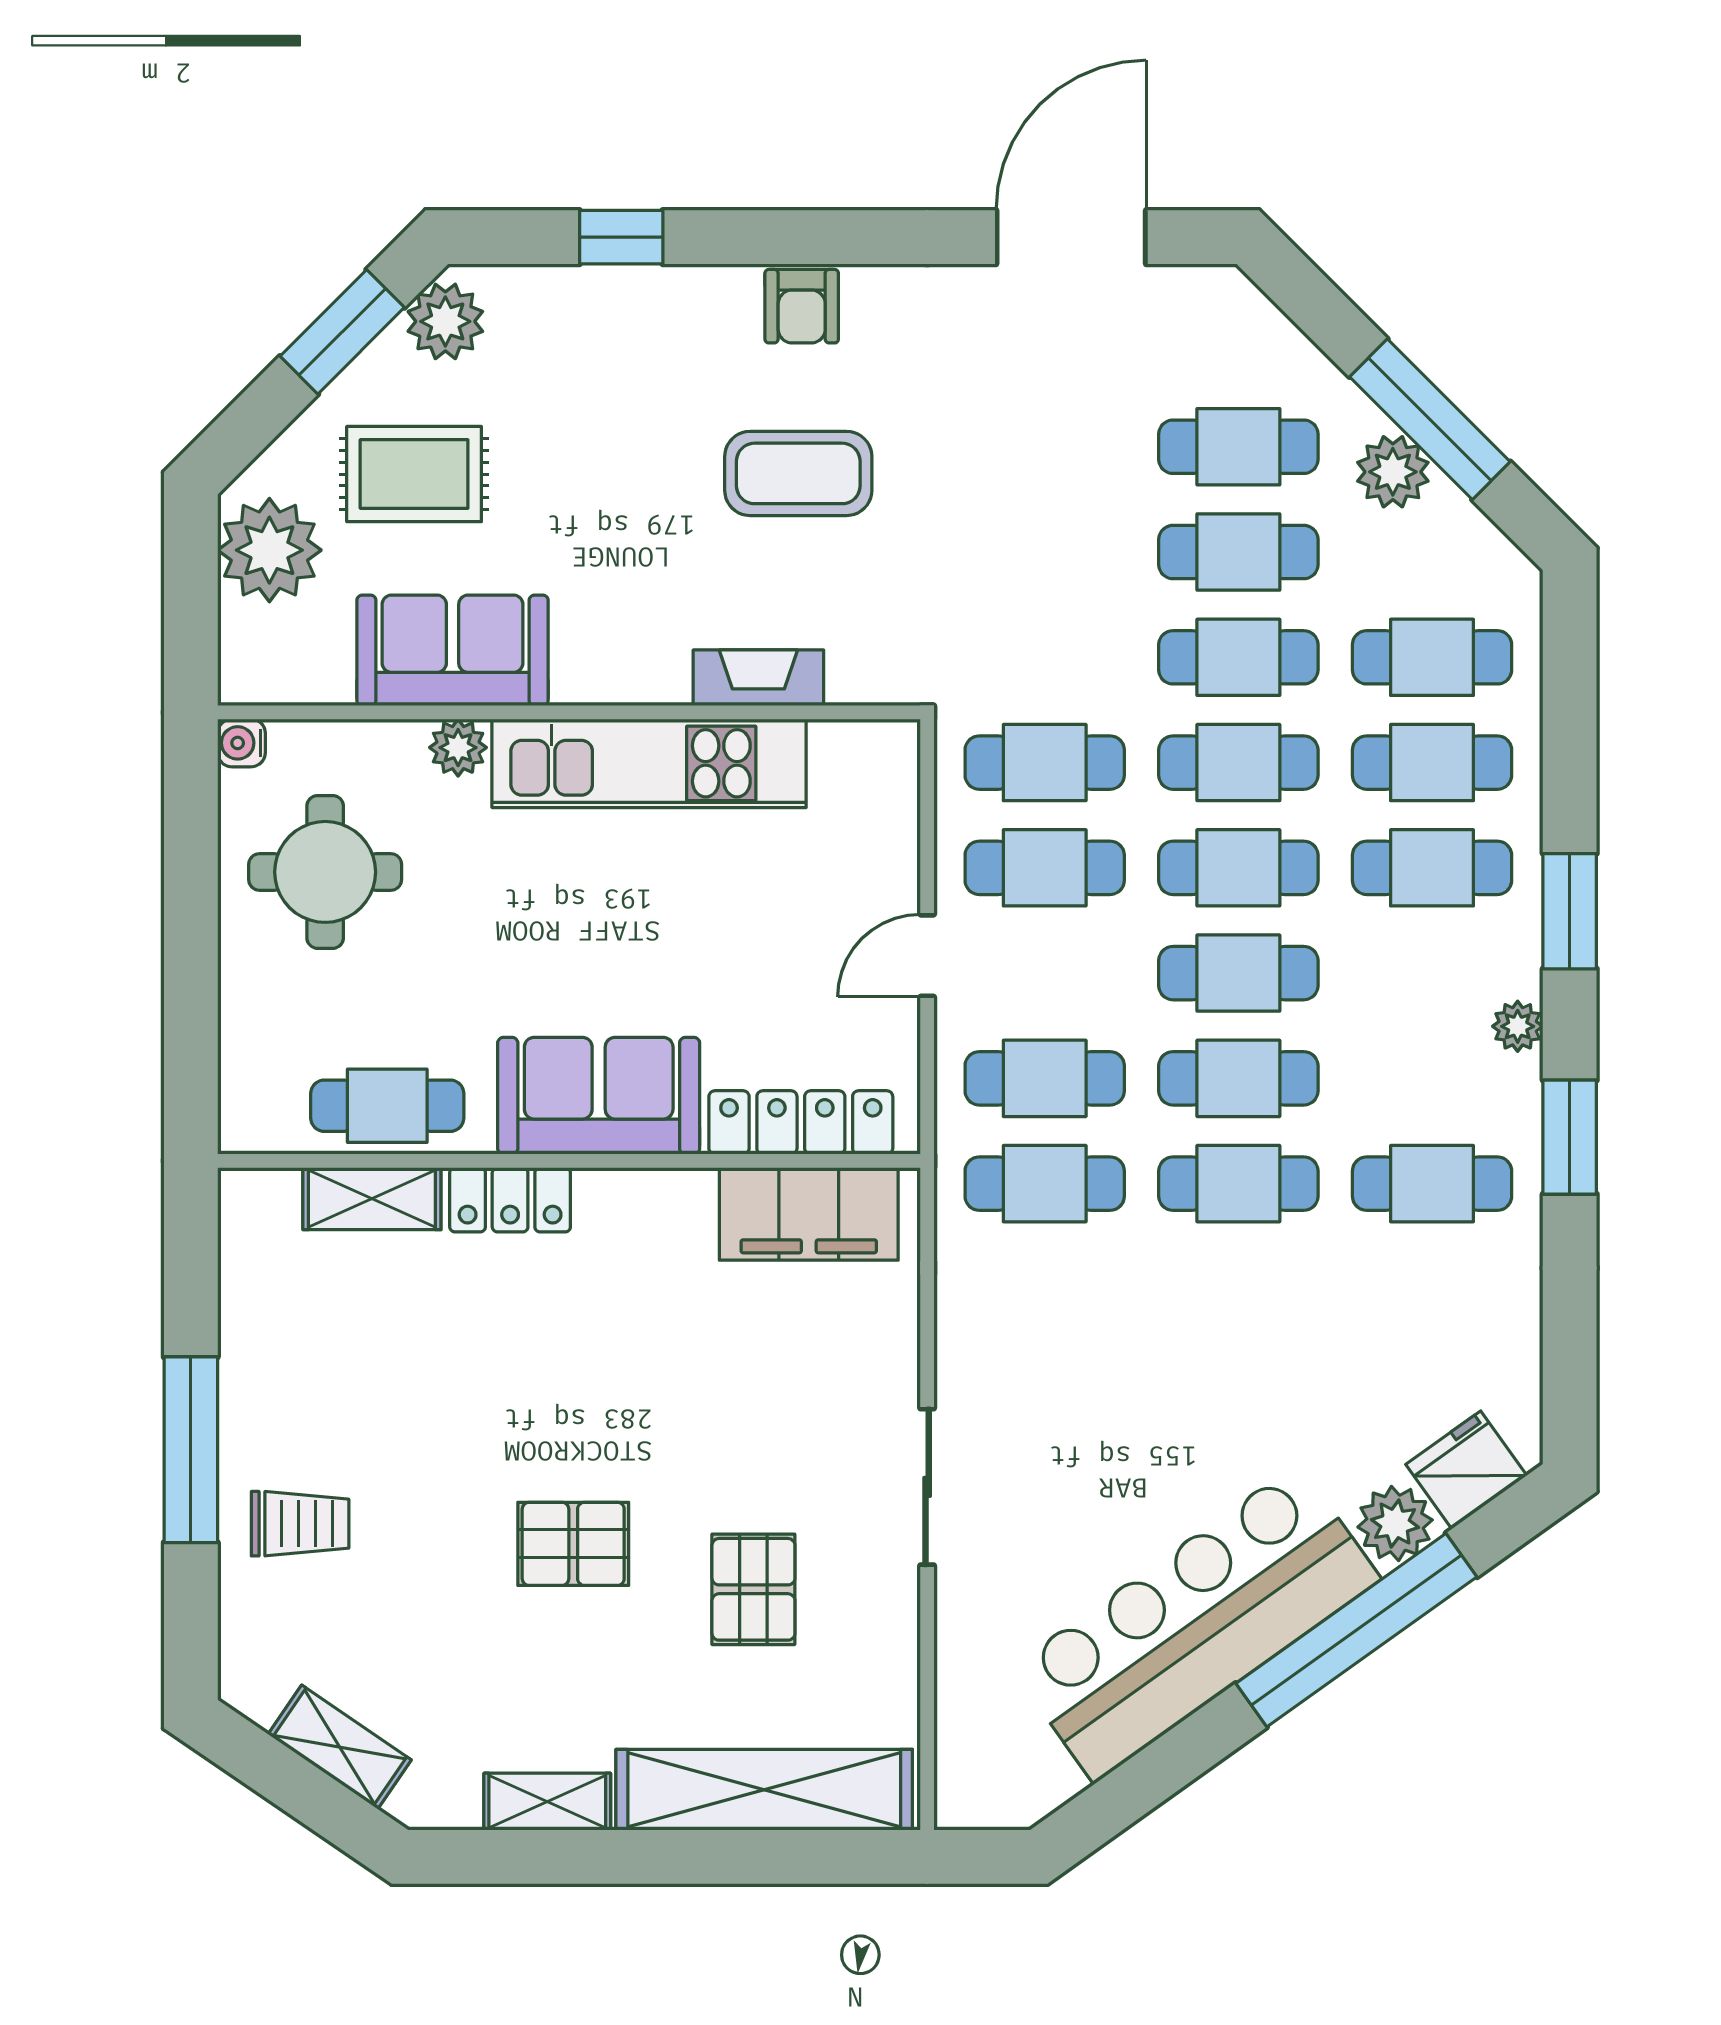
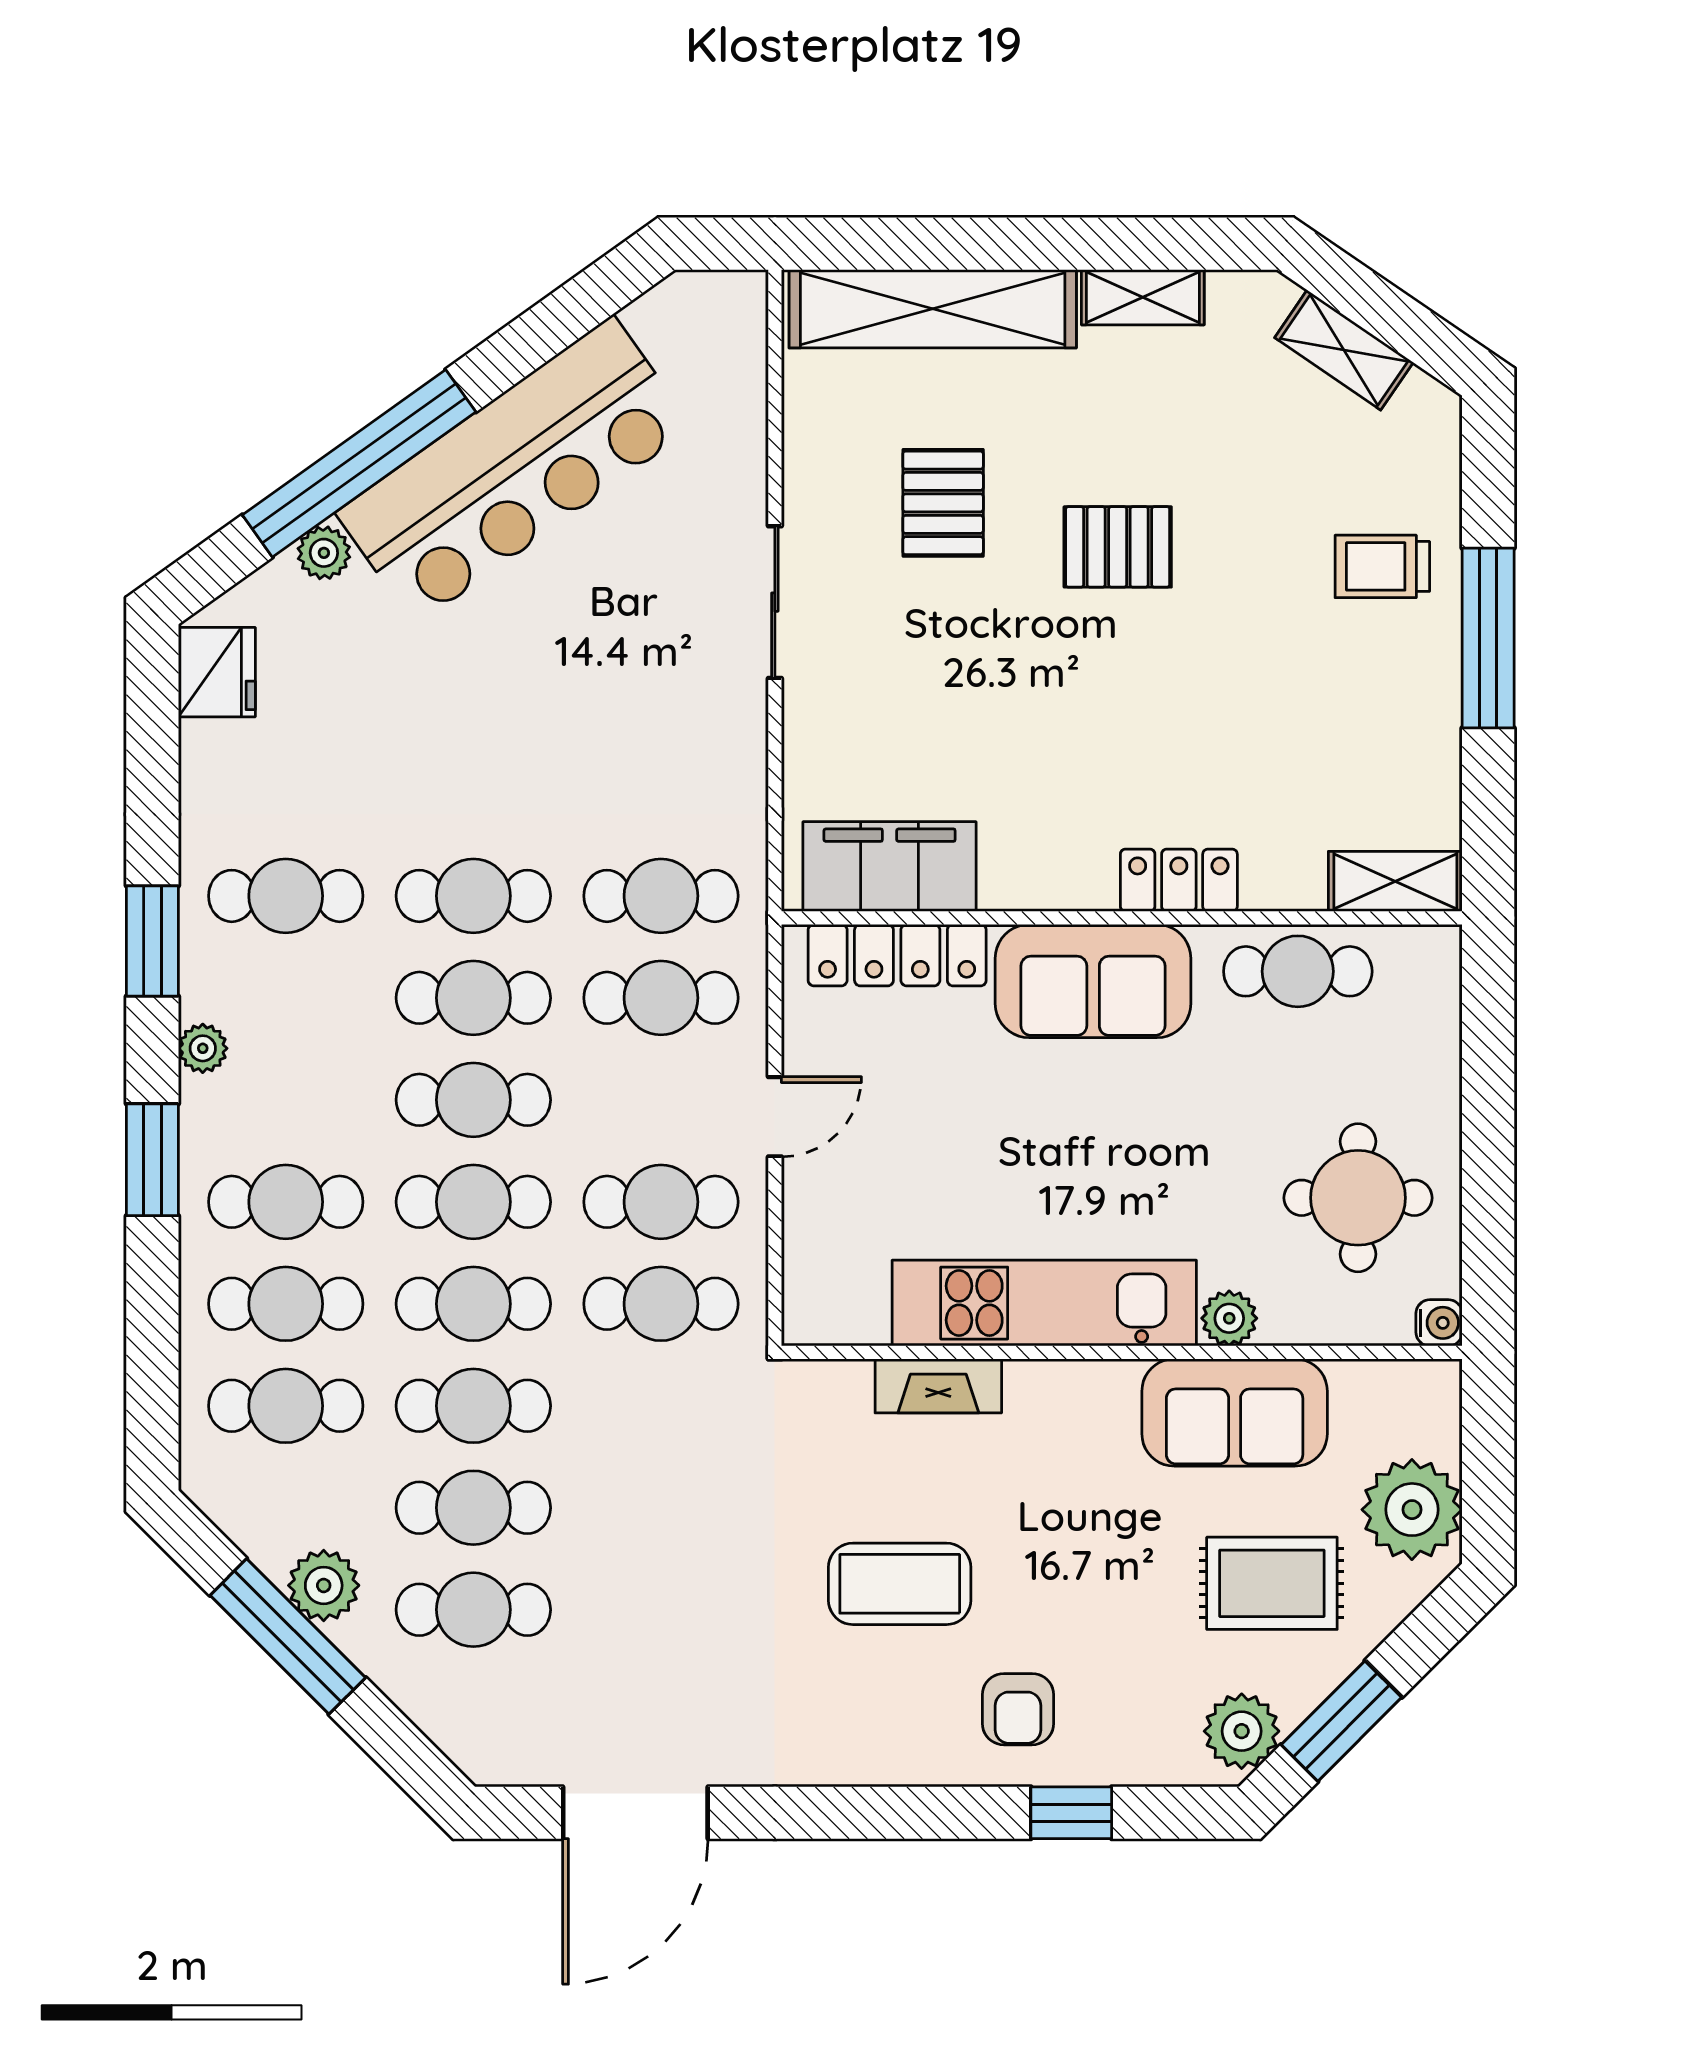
armchair: (802, 306) -> (1018, 1709), moved, turned 180
shelving: (372, 1199) -> (1395, 881), moved
fridge: (1466, 1470) -> (217, 672), moved, turned -54
plant: (1395, 1523) -> (324, 553), width x0.73, depth x0.73

